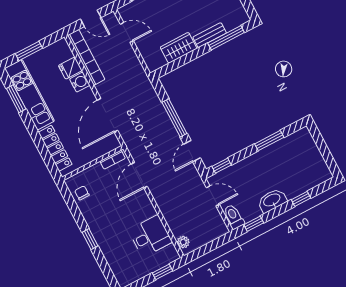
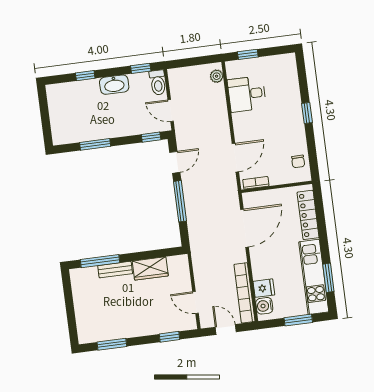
water cooler: (80, 82) -> (264, 306), moved

